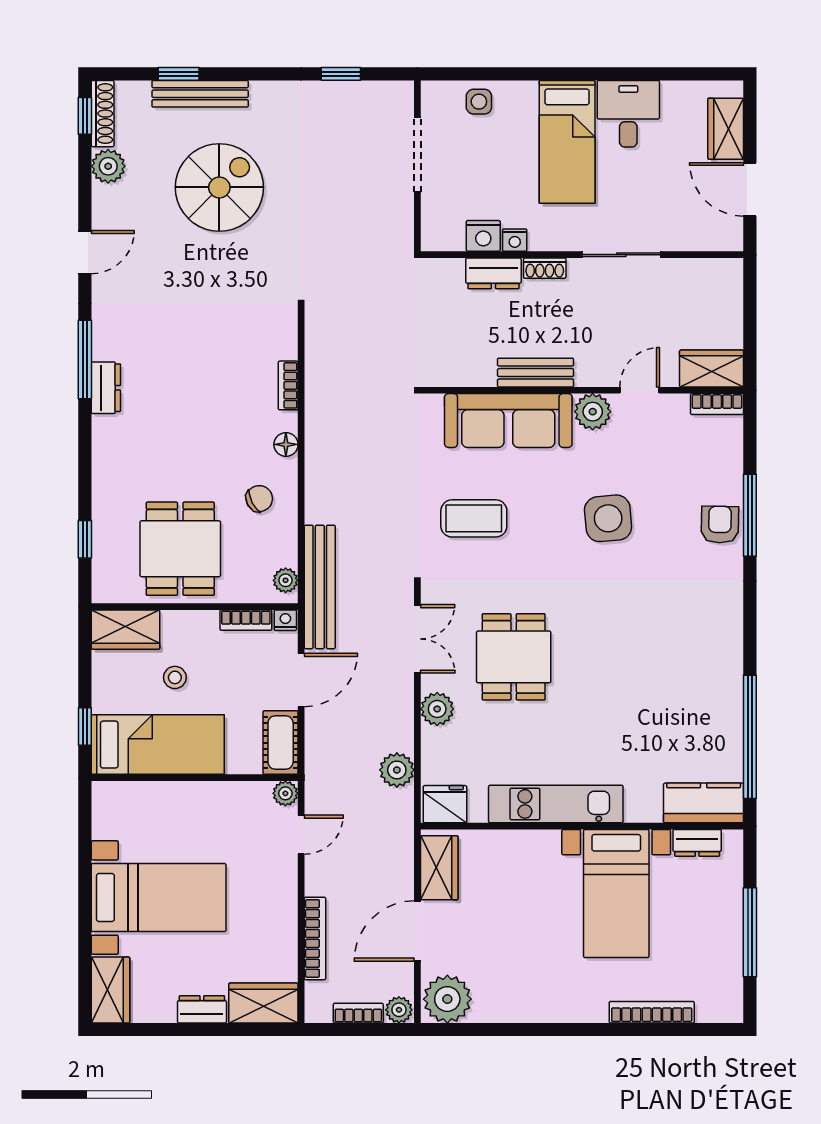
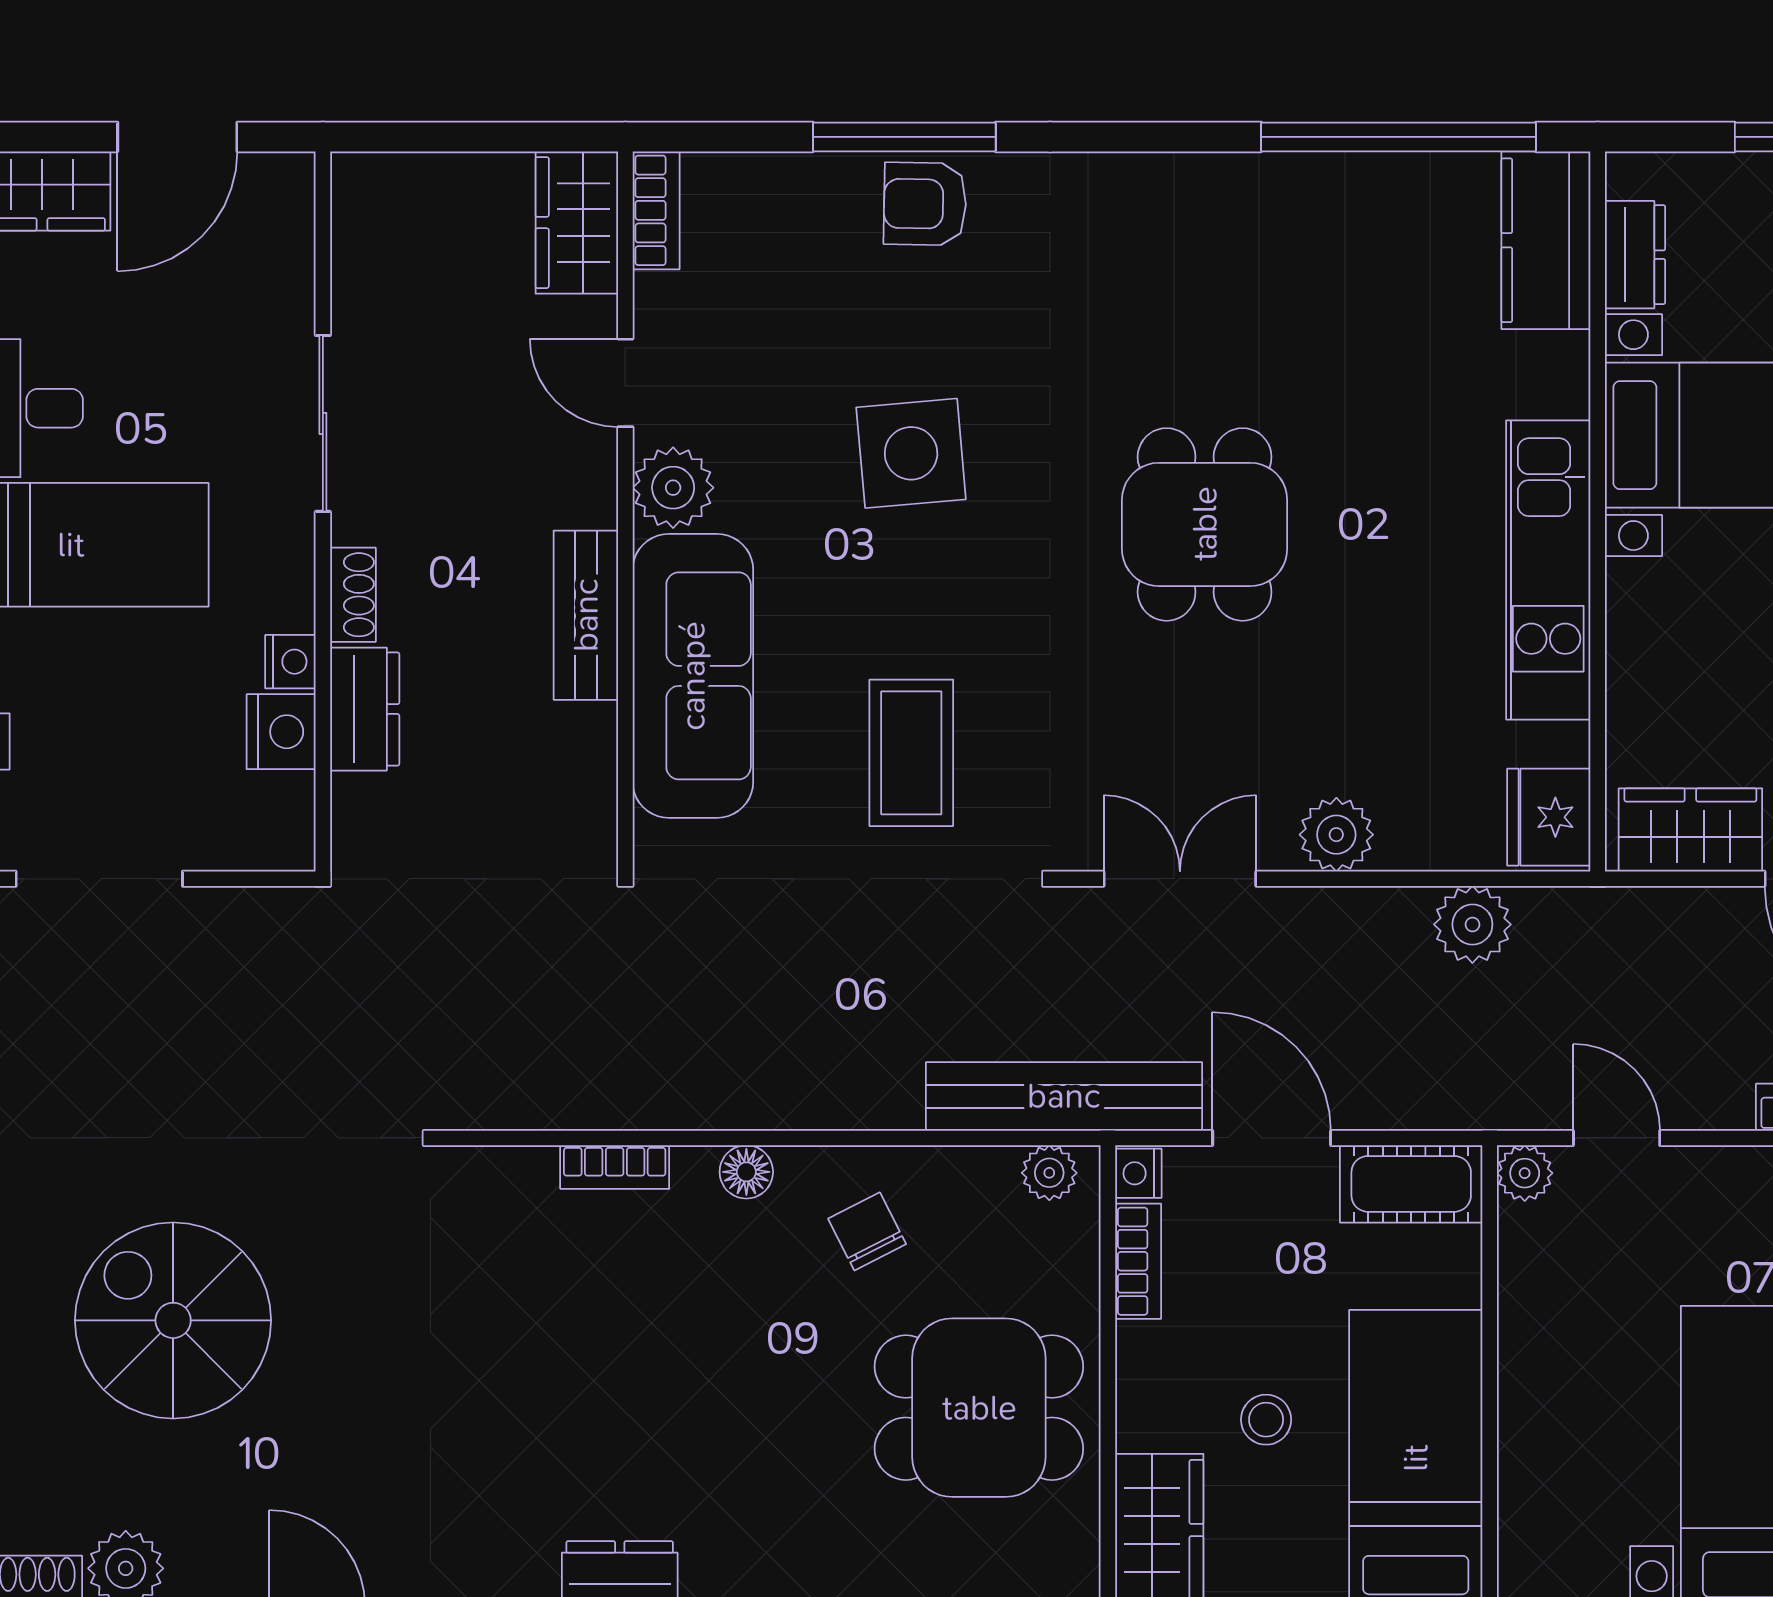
dining table: (514, 657) -> (1205, 524), moved, turned 90

